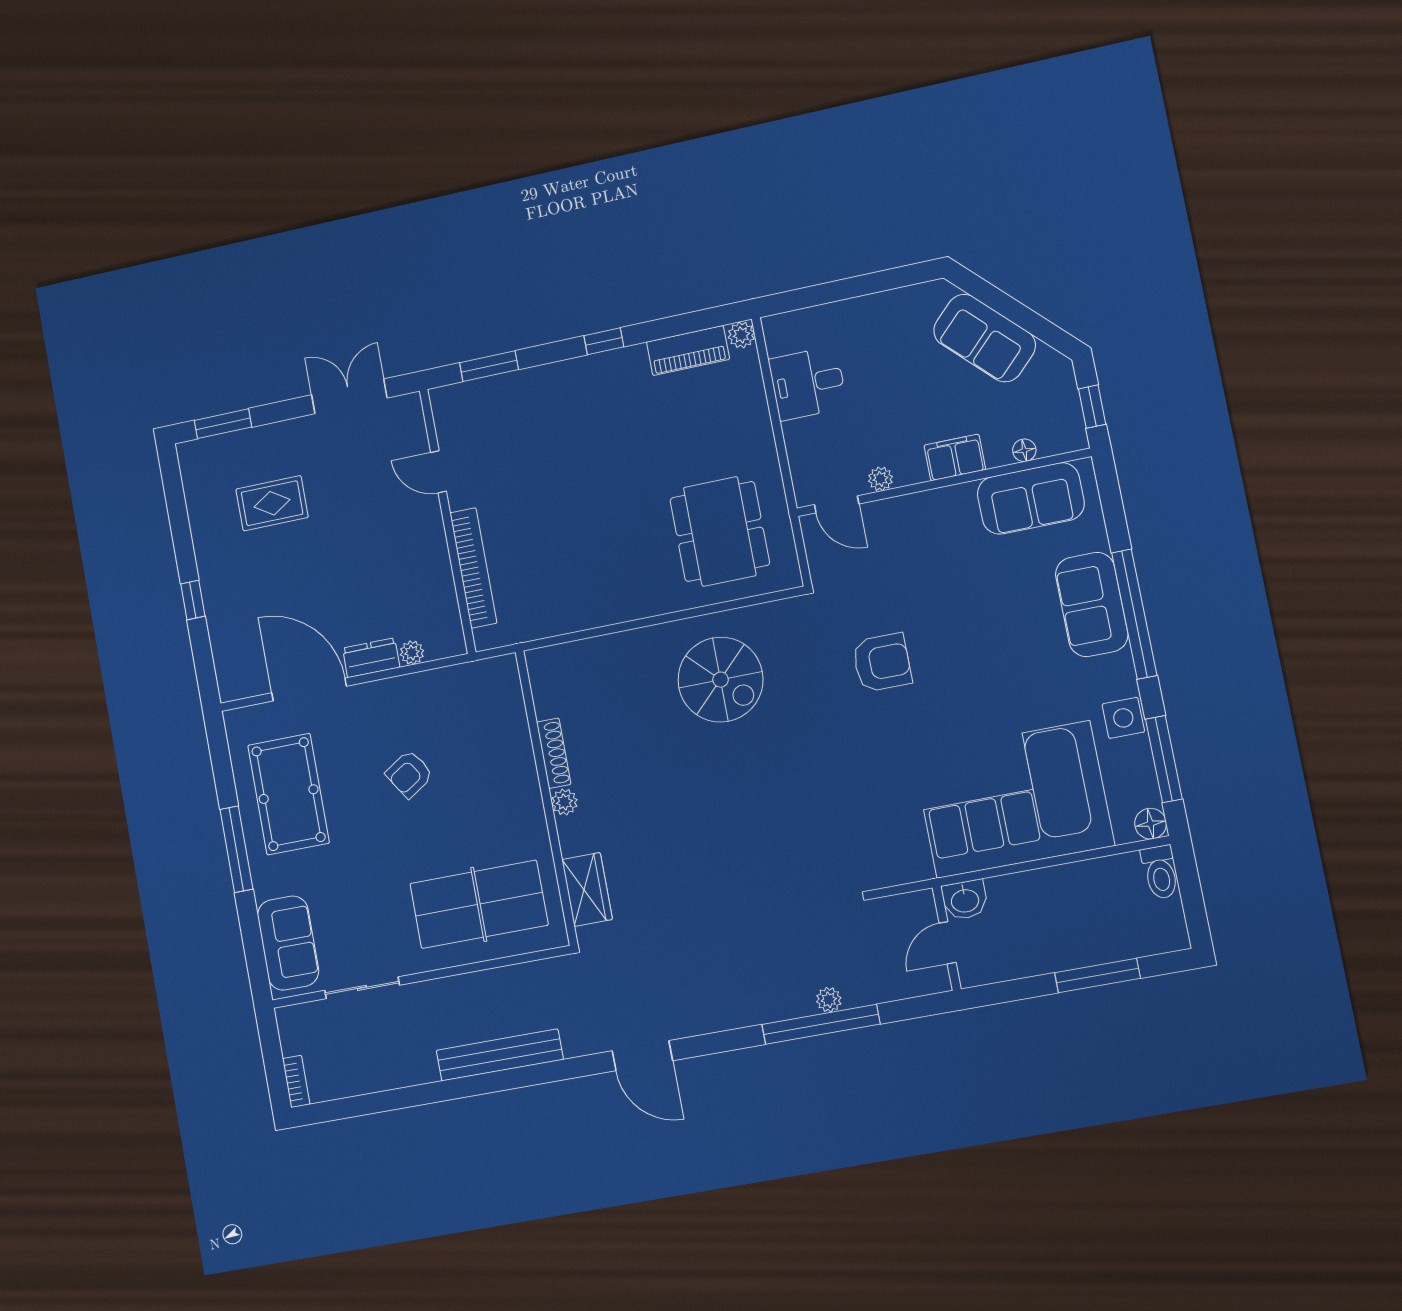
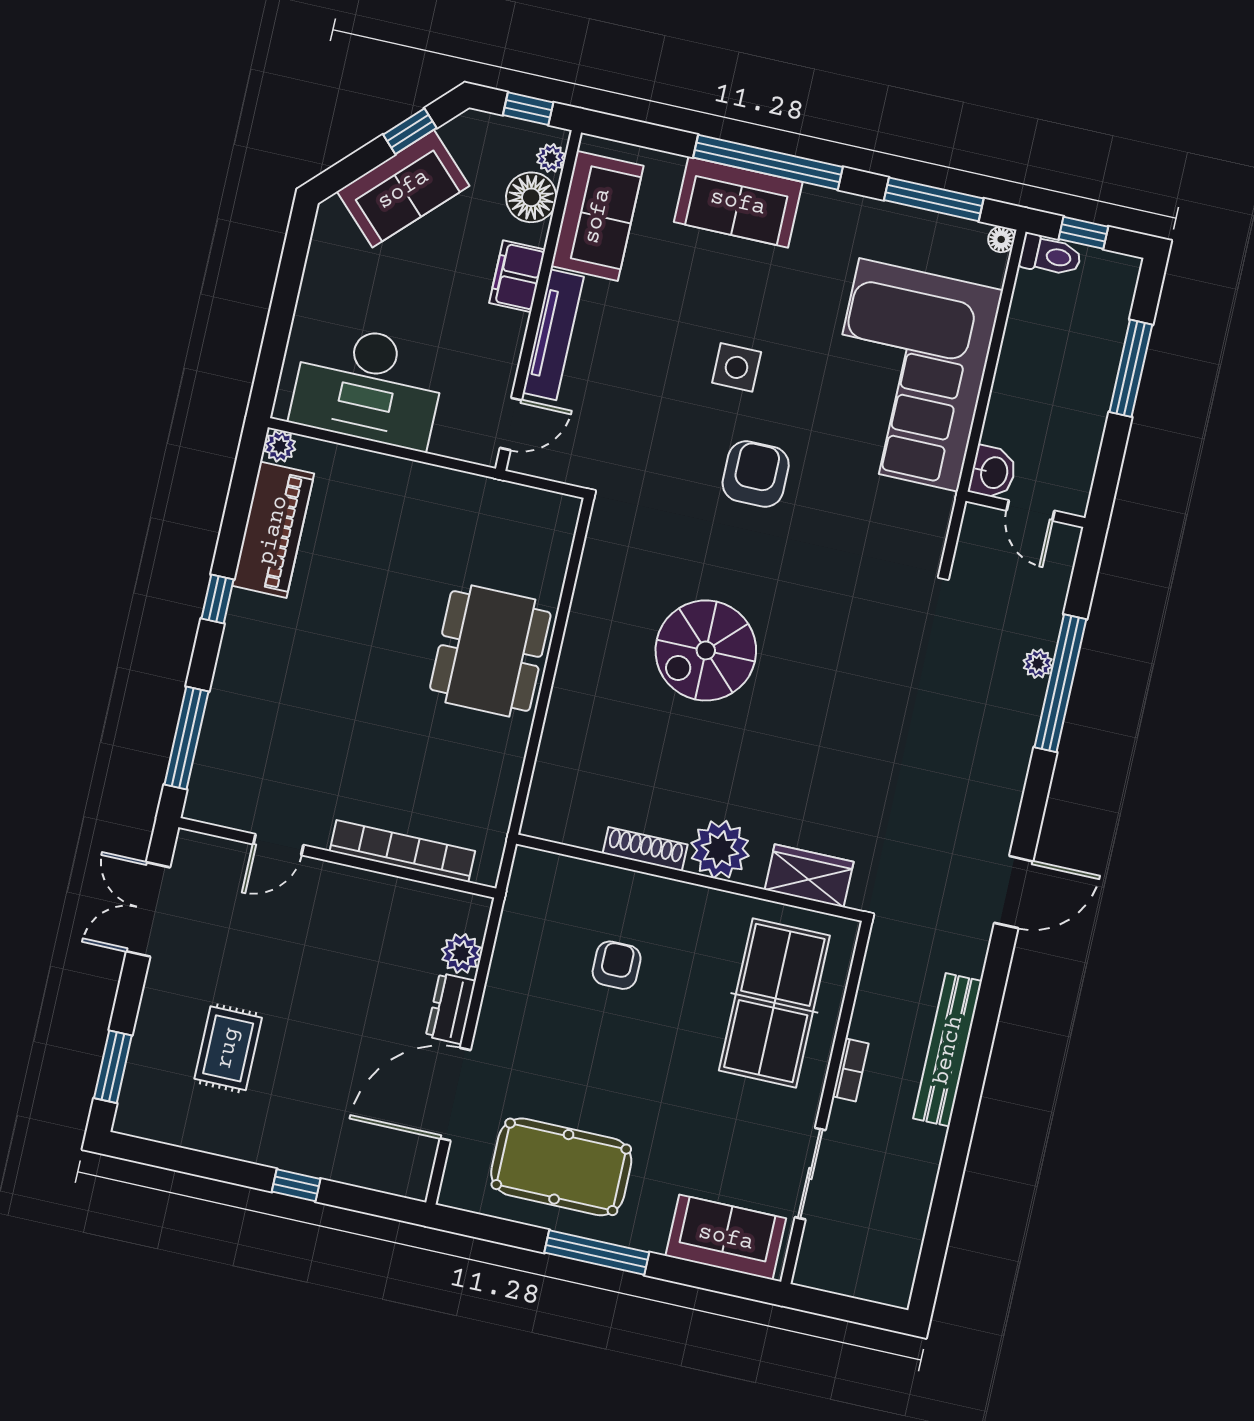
window: (1032, 323) -> (410, 131), added
piano: (688, 351) -> (273, 530), width x1.37, depth x1.33
window: (489, 366) -> (186, 738), width x1.44
desk: (808, 383) -> (368, 386), width x1.87, depth x1.30
floor lamp: (1024, 450) -> (531, 197), width x1.89, depth x1.89
plant: (881, 479) -> (551, 158), moved
tv unit: (921, 506) -> (553, 335), added
dining table: (720, 531) -> (490, 651), moved, turned 90
plant: (412, 653) -> (461, 953), width x1.38, depth x1.38
armchair: (882, 663) -> (756, 474), moved
spiral stairs: (720, 680) -> (706, 650), moved, turned 180
side table: (1123, 718) -> (737, 367), moved
armchair: (409, 774) -> (617, 965), moved, turned -147
plant: (564, 802) -> (720, 849), width x1.88, depth x1.88
floor lamp: (1151, 824) -> (1001, 239), width x0.73, depth x0.73
window: (1191, 891) -> (1083, 233), added
bookcase: (296, 1081) -> (850, 1070), moved, turned 90

